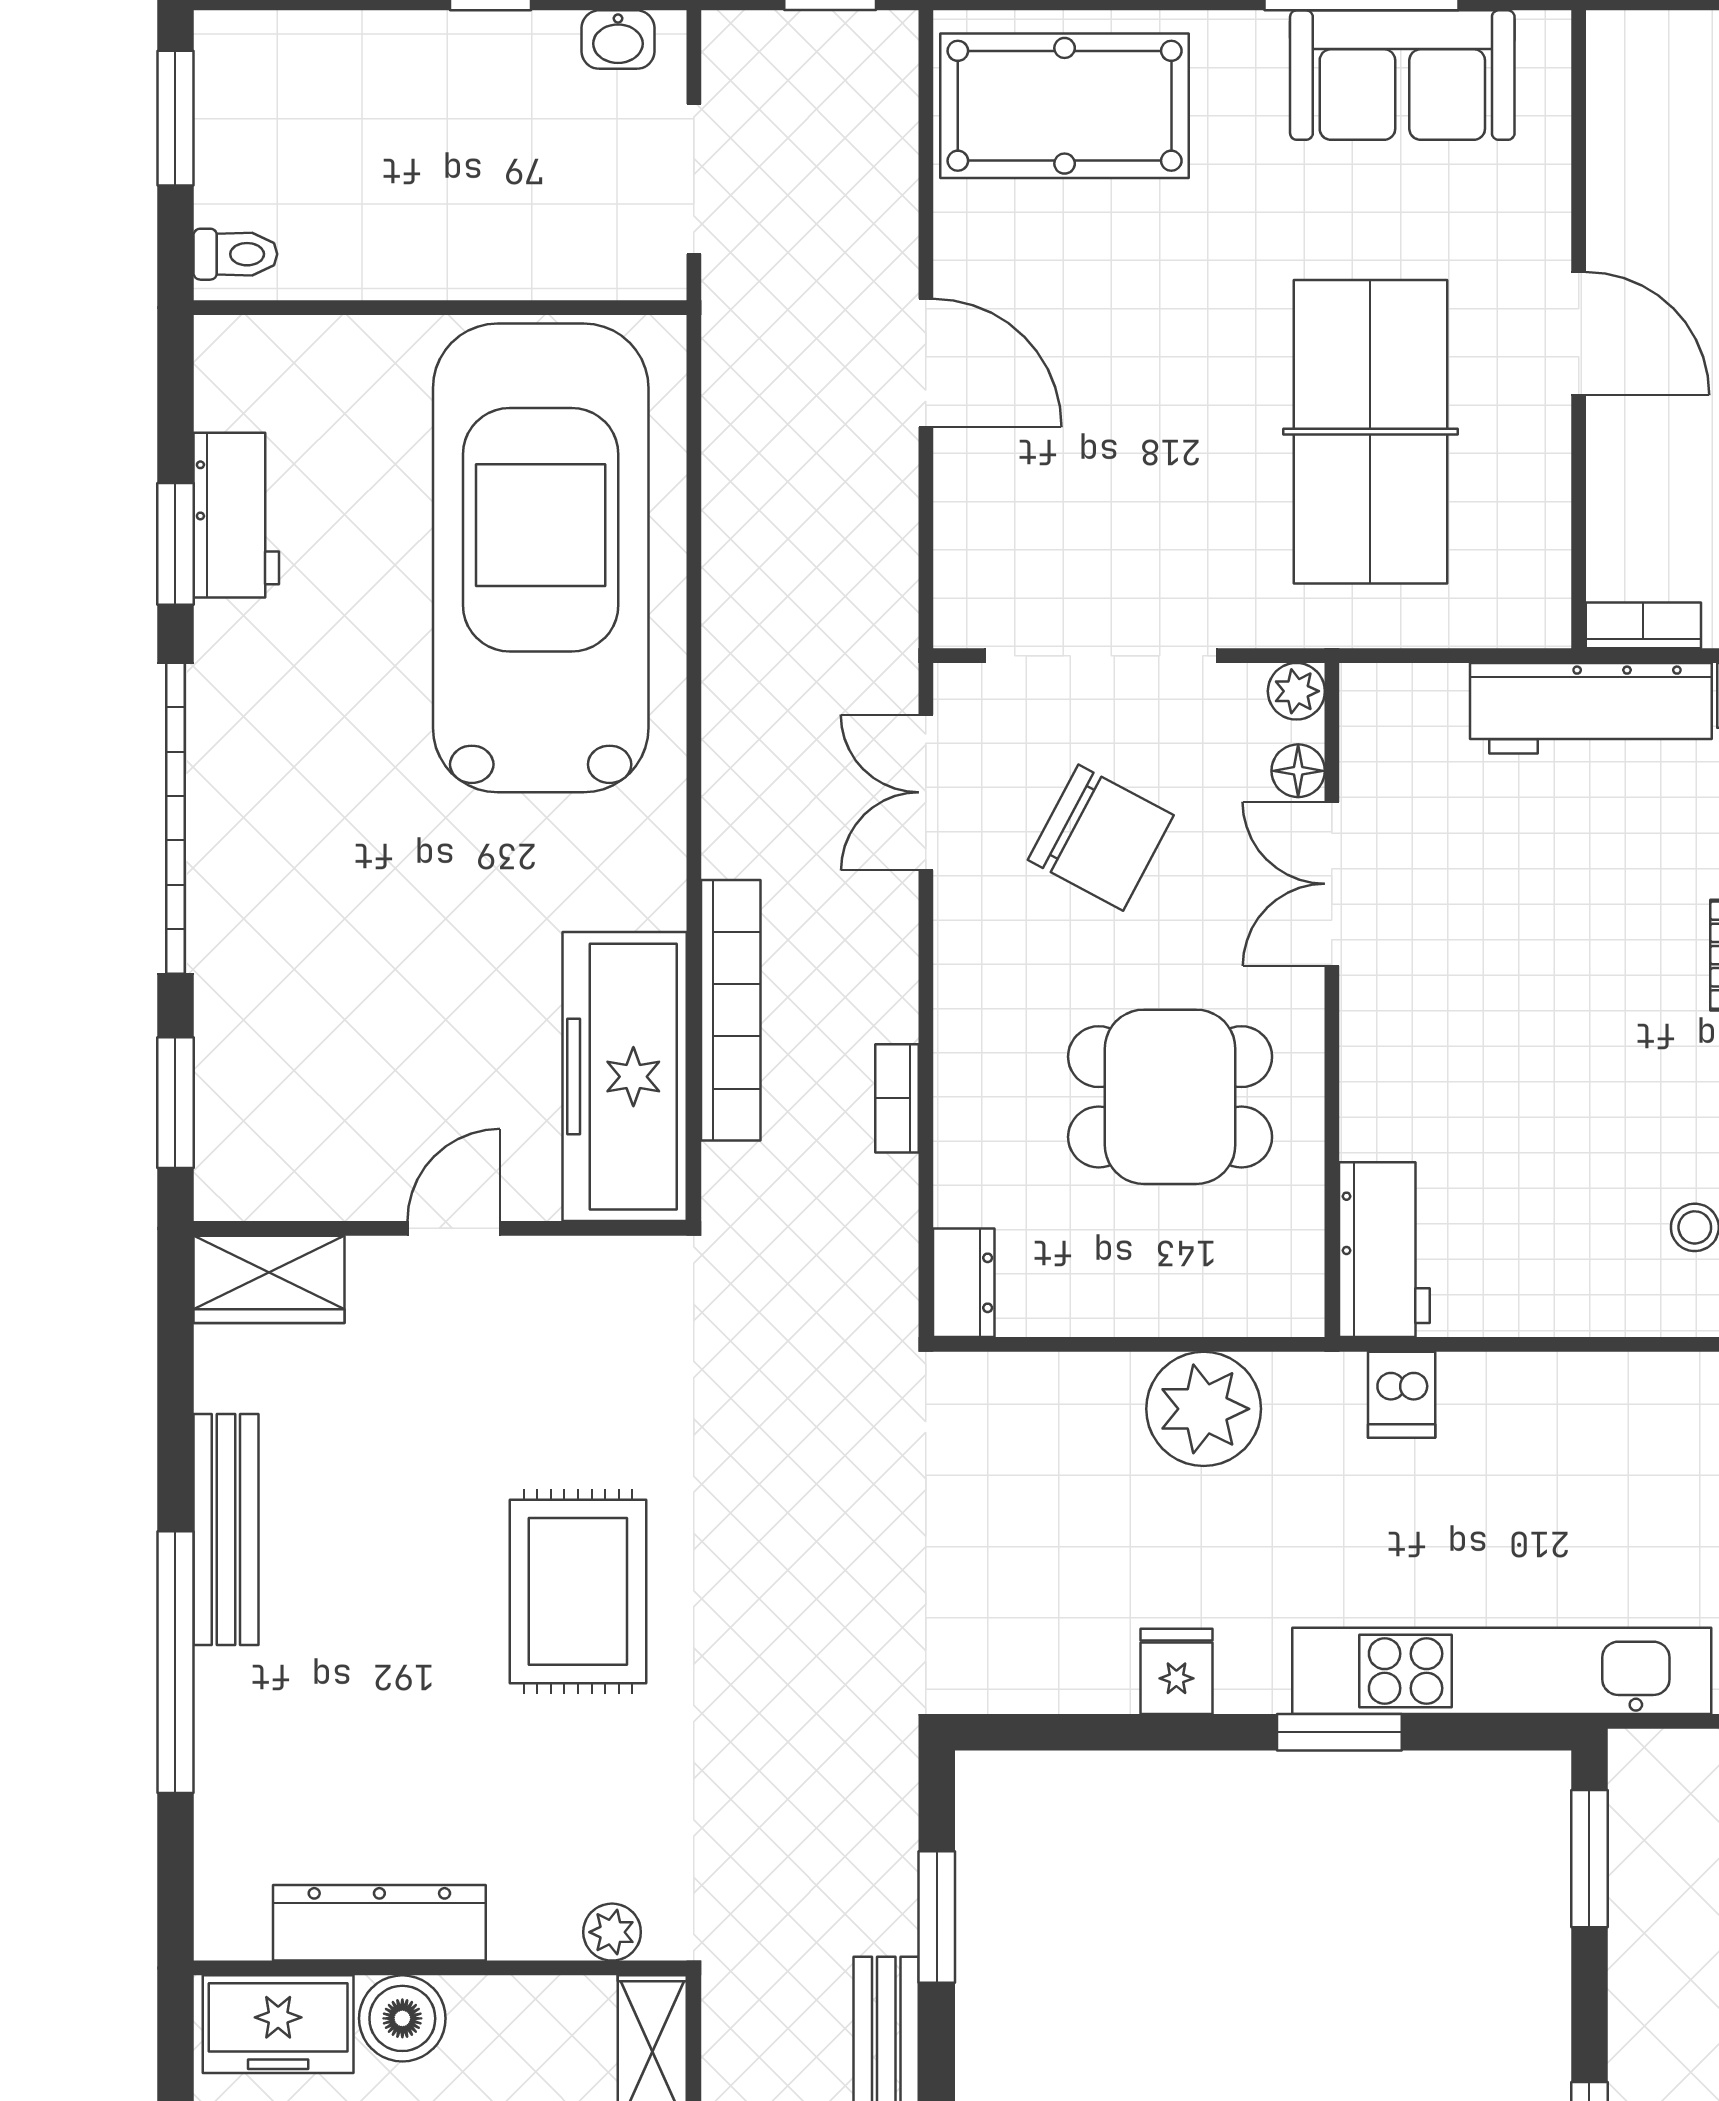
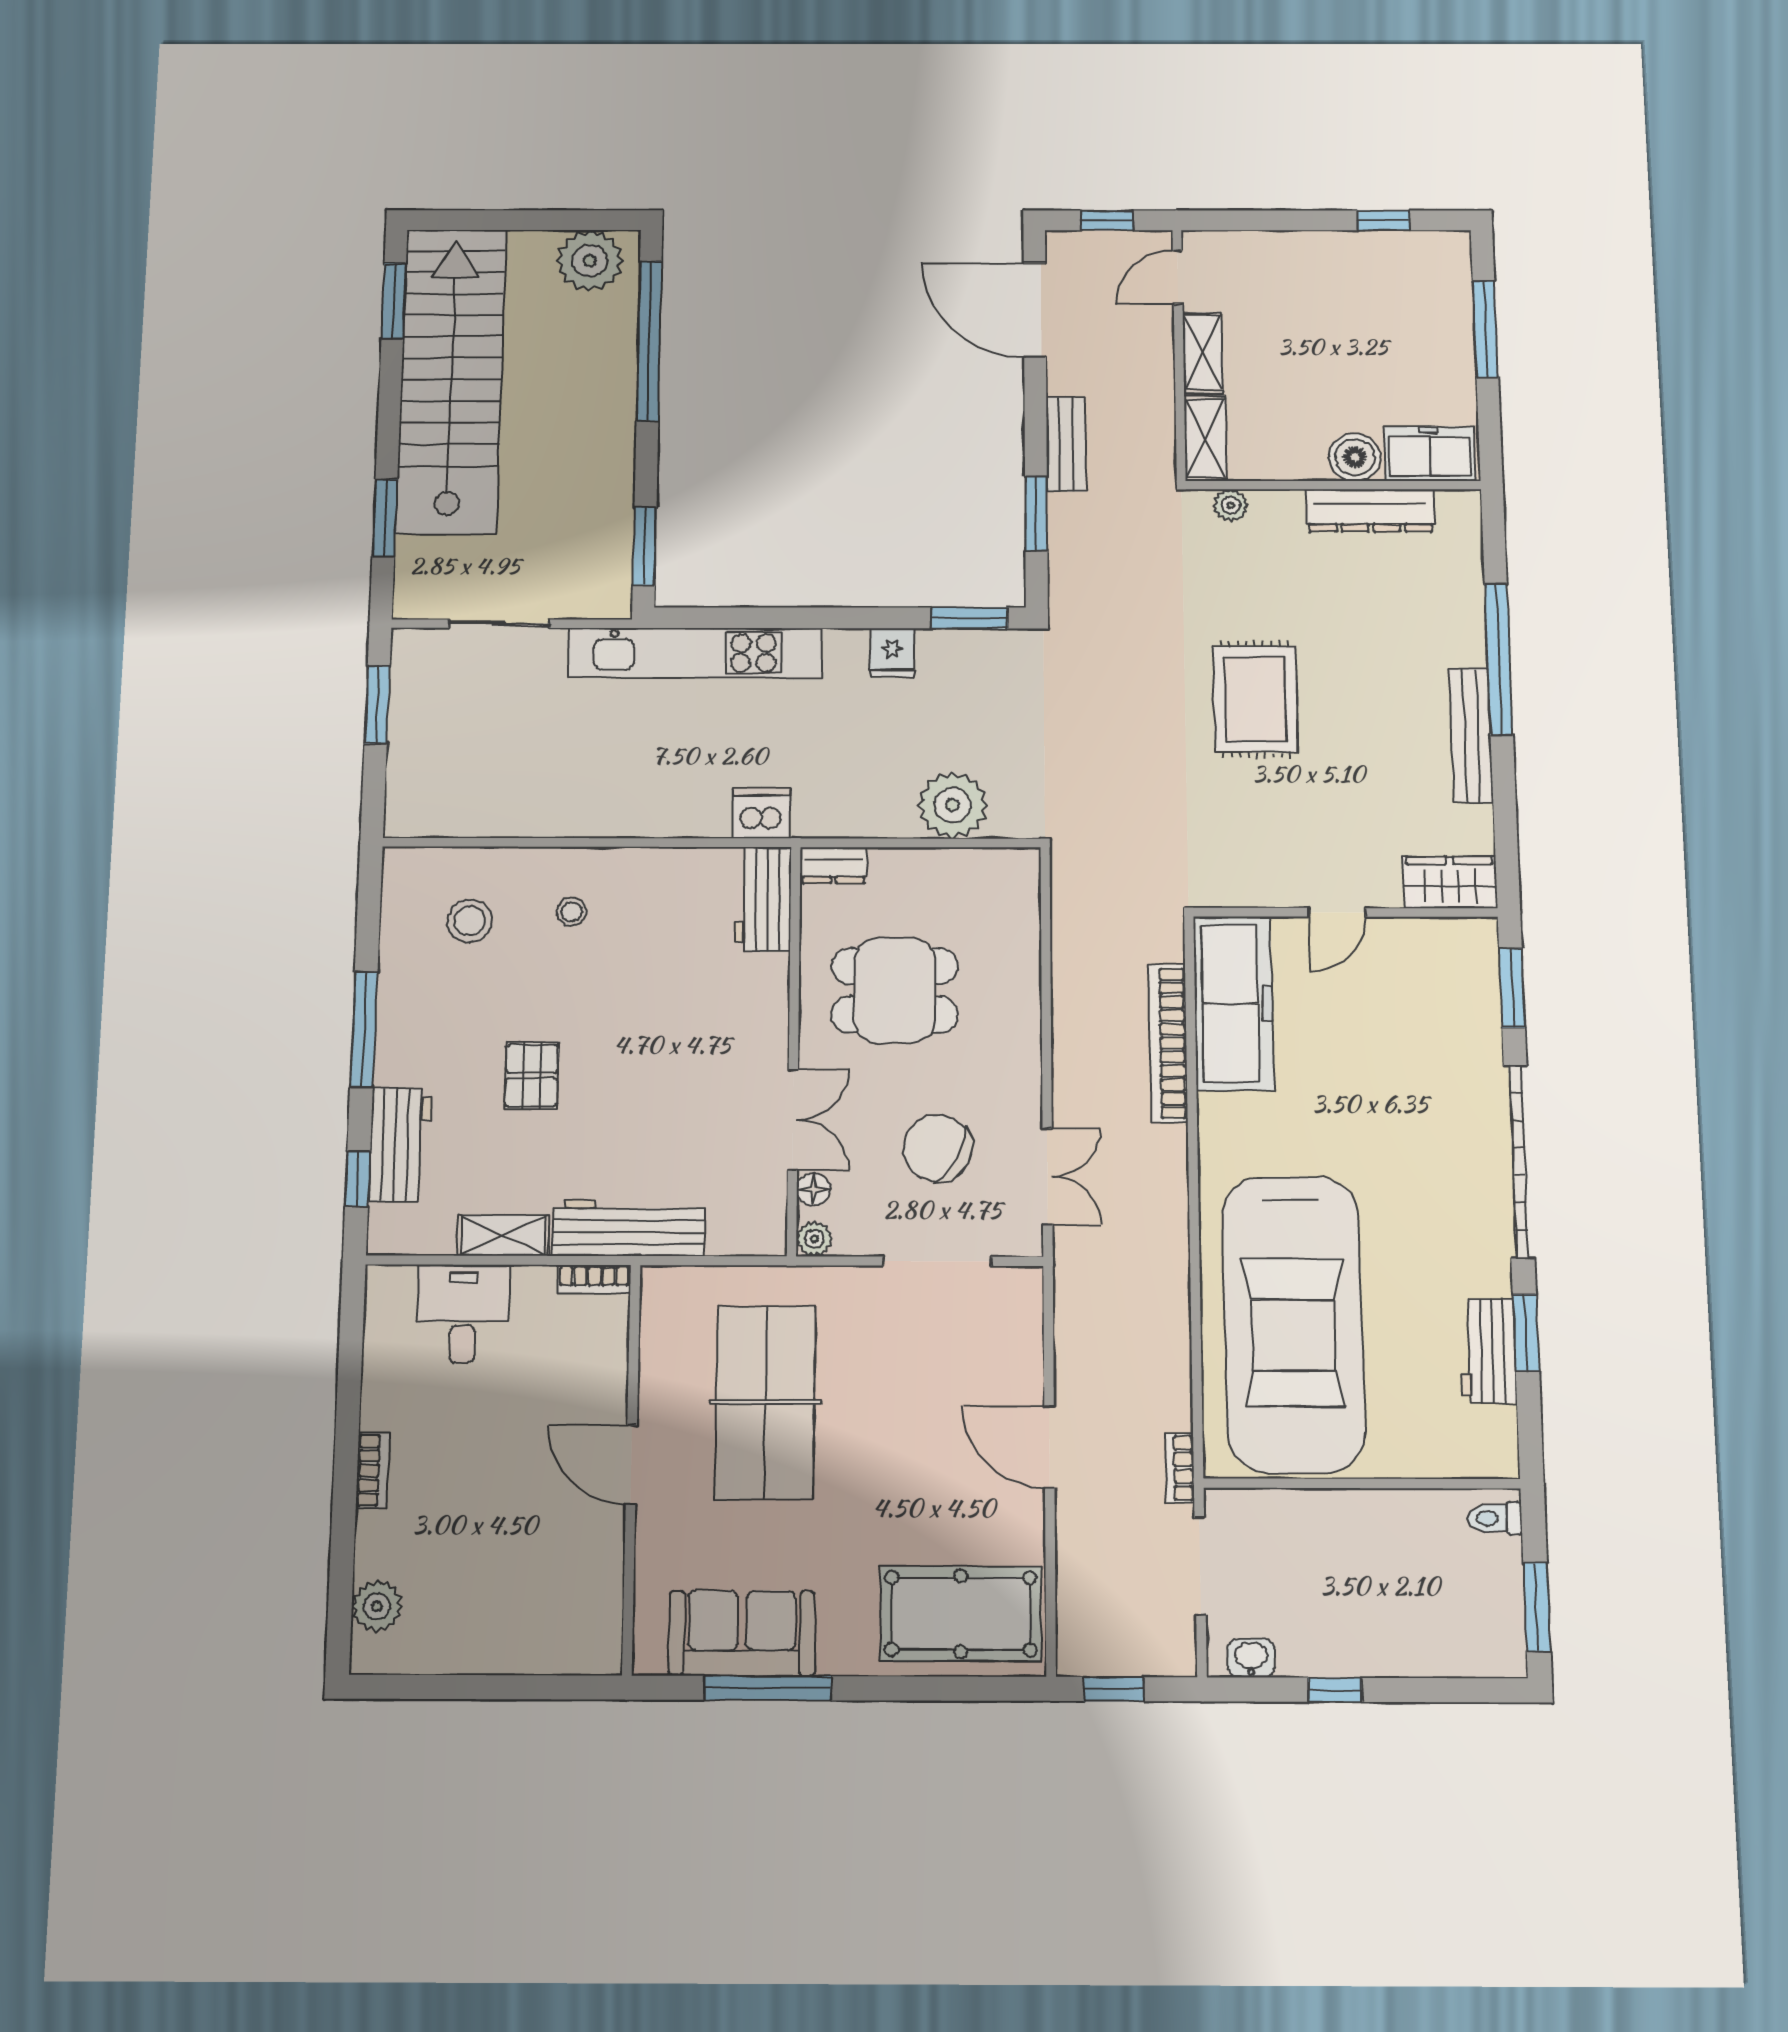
doorway: (1101, 656) -> (937, 1261), width x0.73
bookcase: (897, 1098) -> (1180, 1468), moved, turned 180
dresser: (964, 1283) -> (833, 865), moved, turned -90
dishwasher: (1402, 1395) -> (761, 813), width x1.38
plant: (1204, 1409) -> (953, 805), moved
window: (1339, 1732) -> (970, 618), moved

